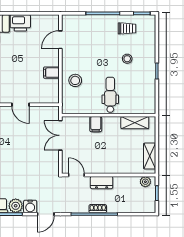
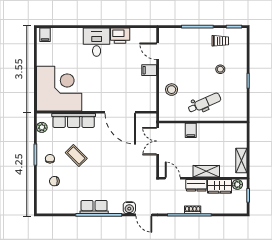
door: (60, 40) -> (158, 51), hinge flipped
filing cabinet: (51, 73) -> (149, 70), moved
dental chair: (110, 95) -> (204, 103), turned 66
door: (20, 105) -> (120, 112), width x1.87
shelving: (135, 123) -> (206, 171), moved
wardrobe: (126, 184) -> (219, 186), added
plant: (16, 206) -> (116, 207), removed
door: (46, 214) -> (144, 215), hinge flipped

